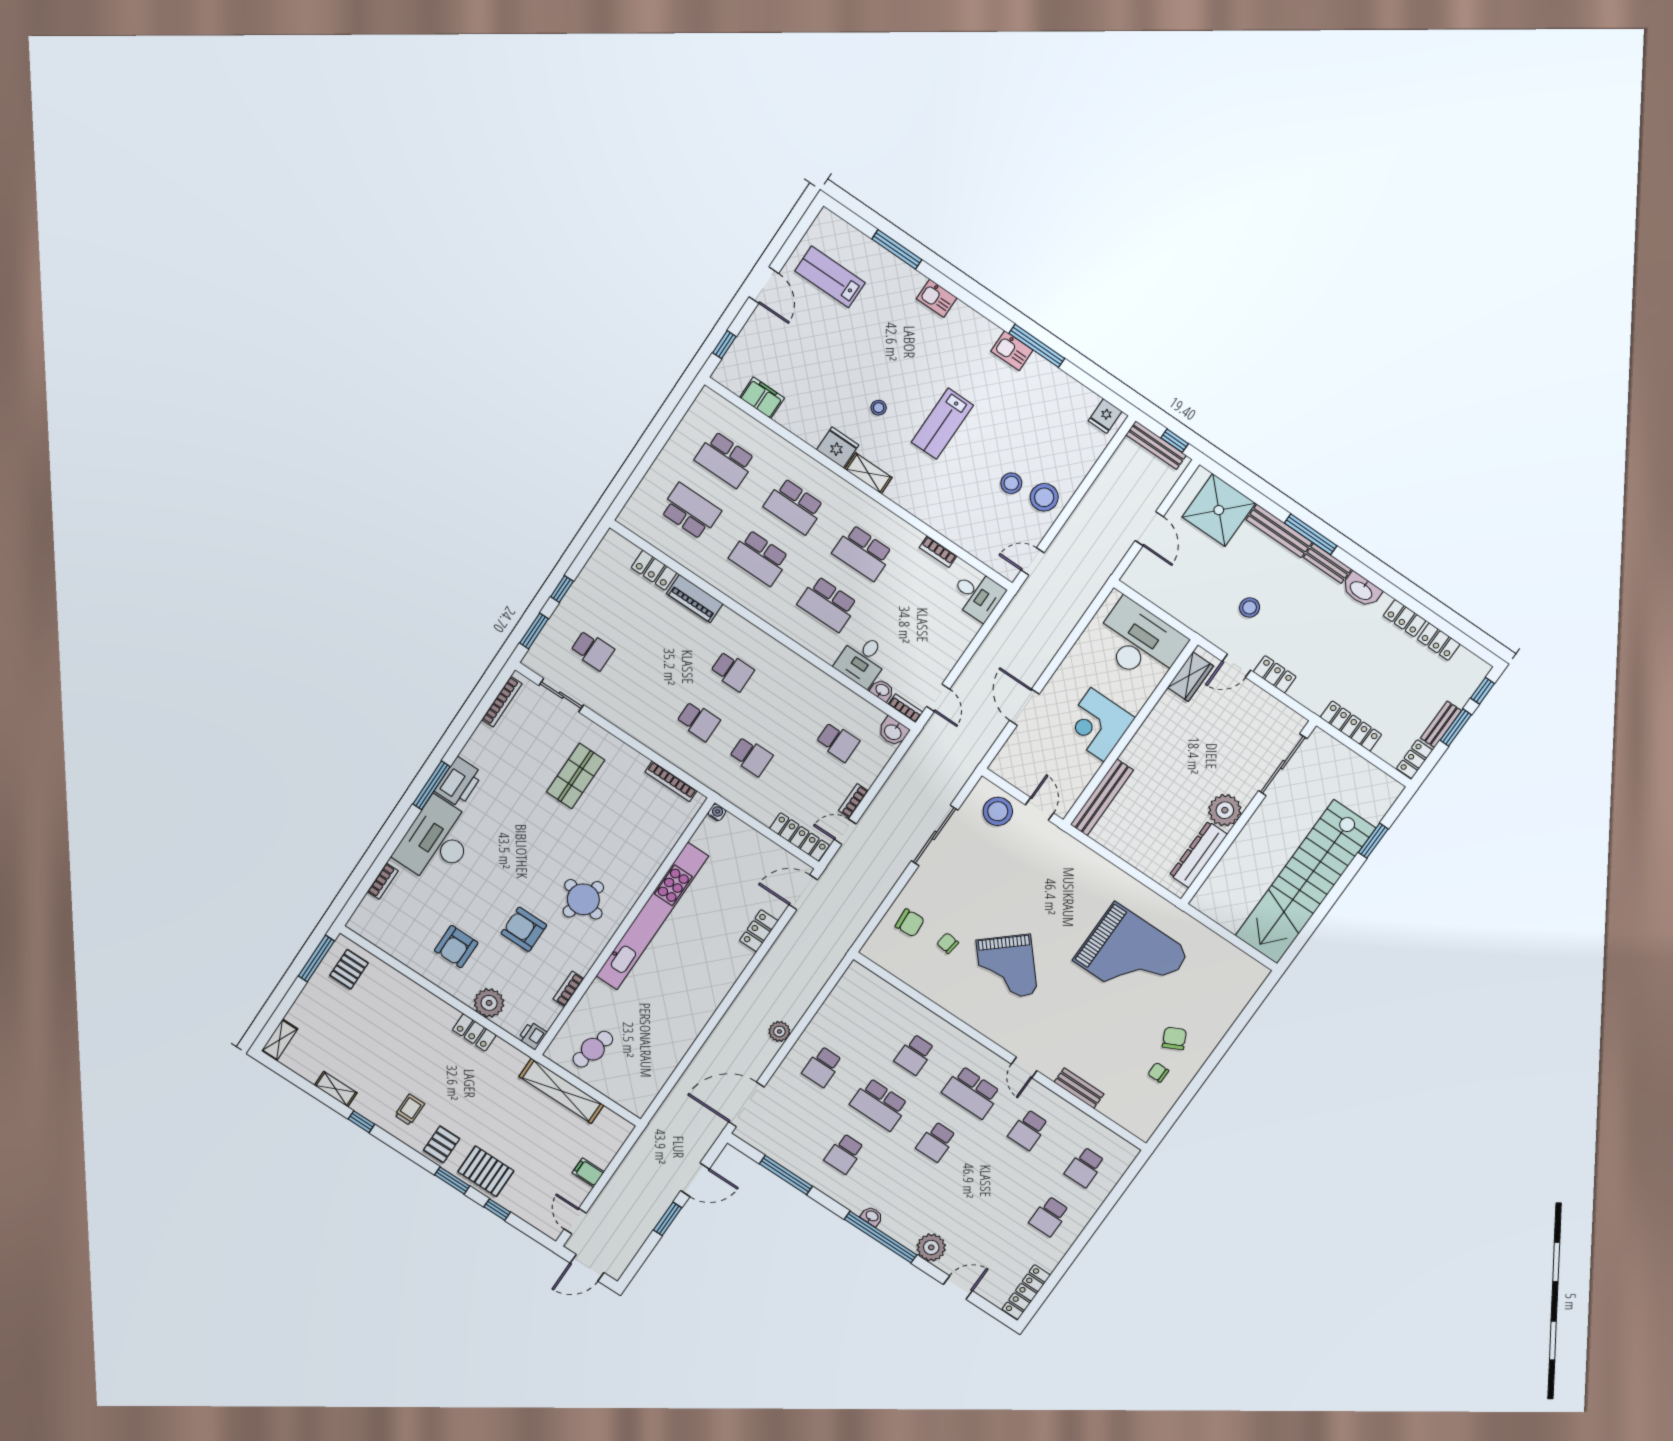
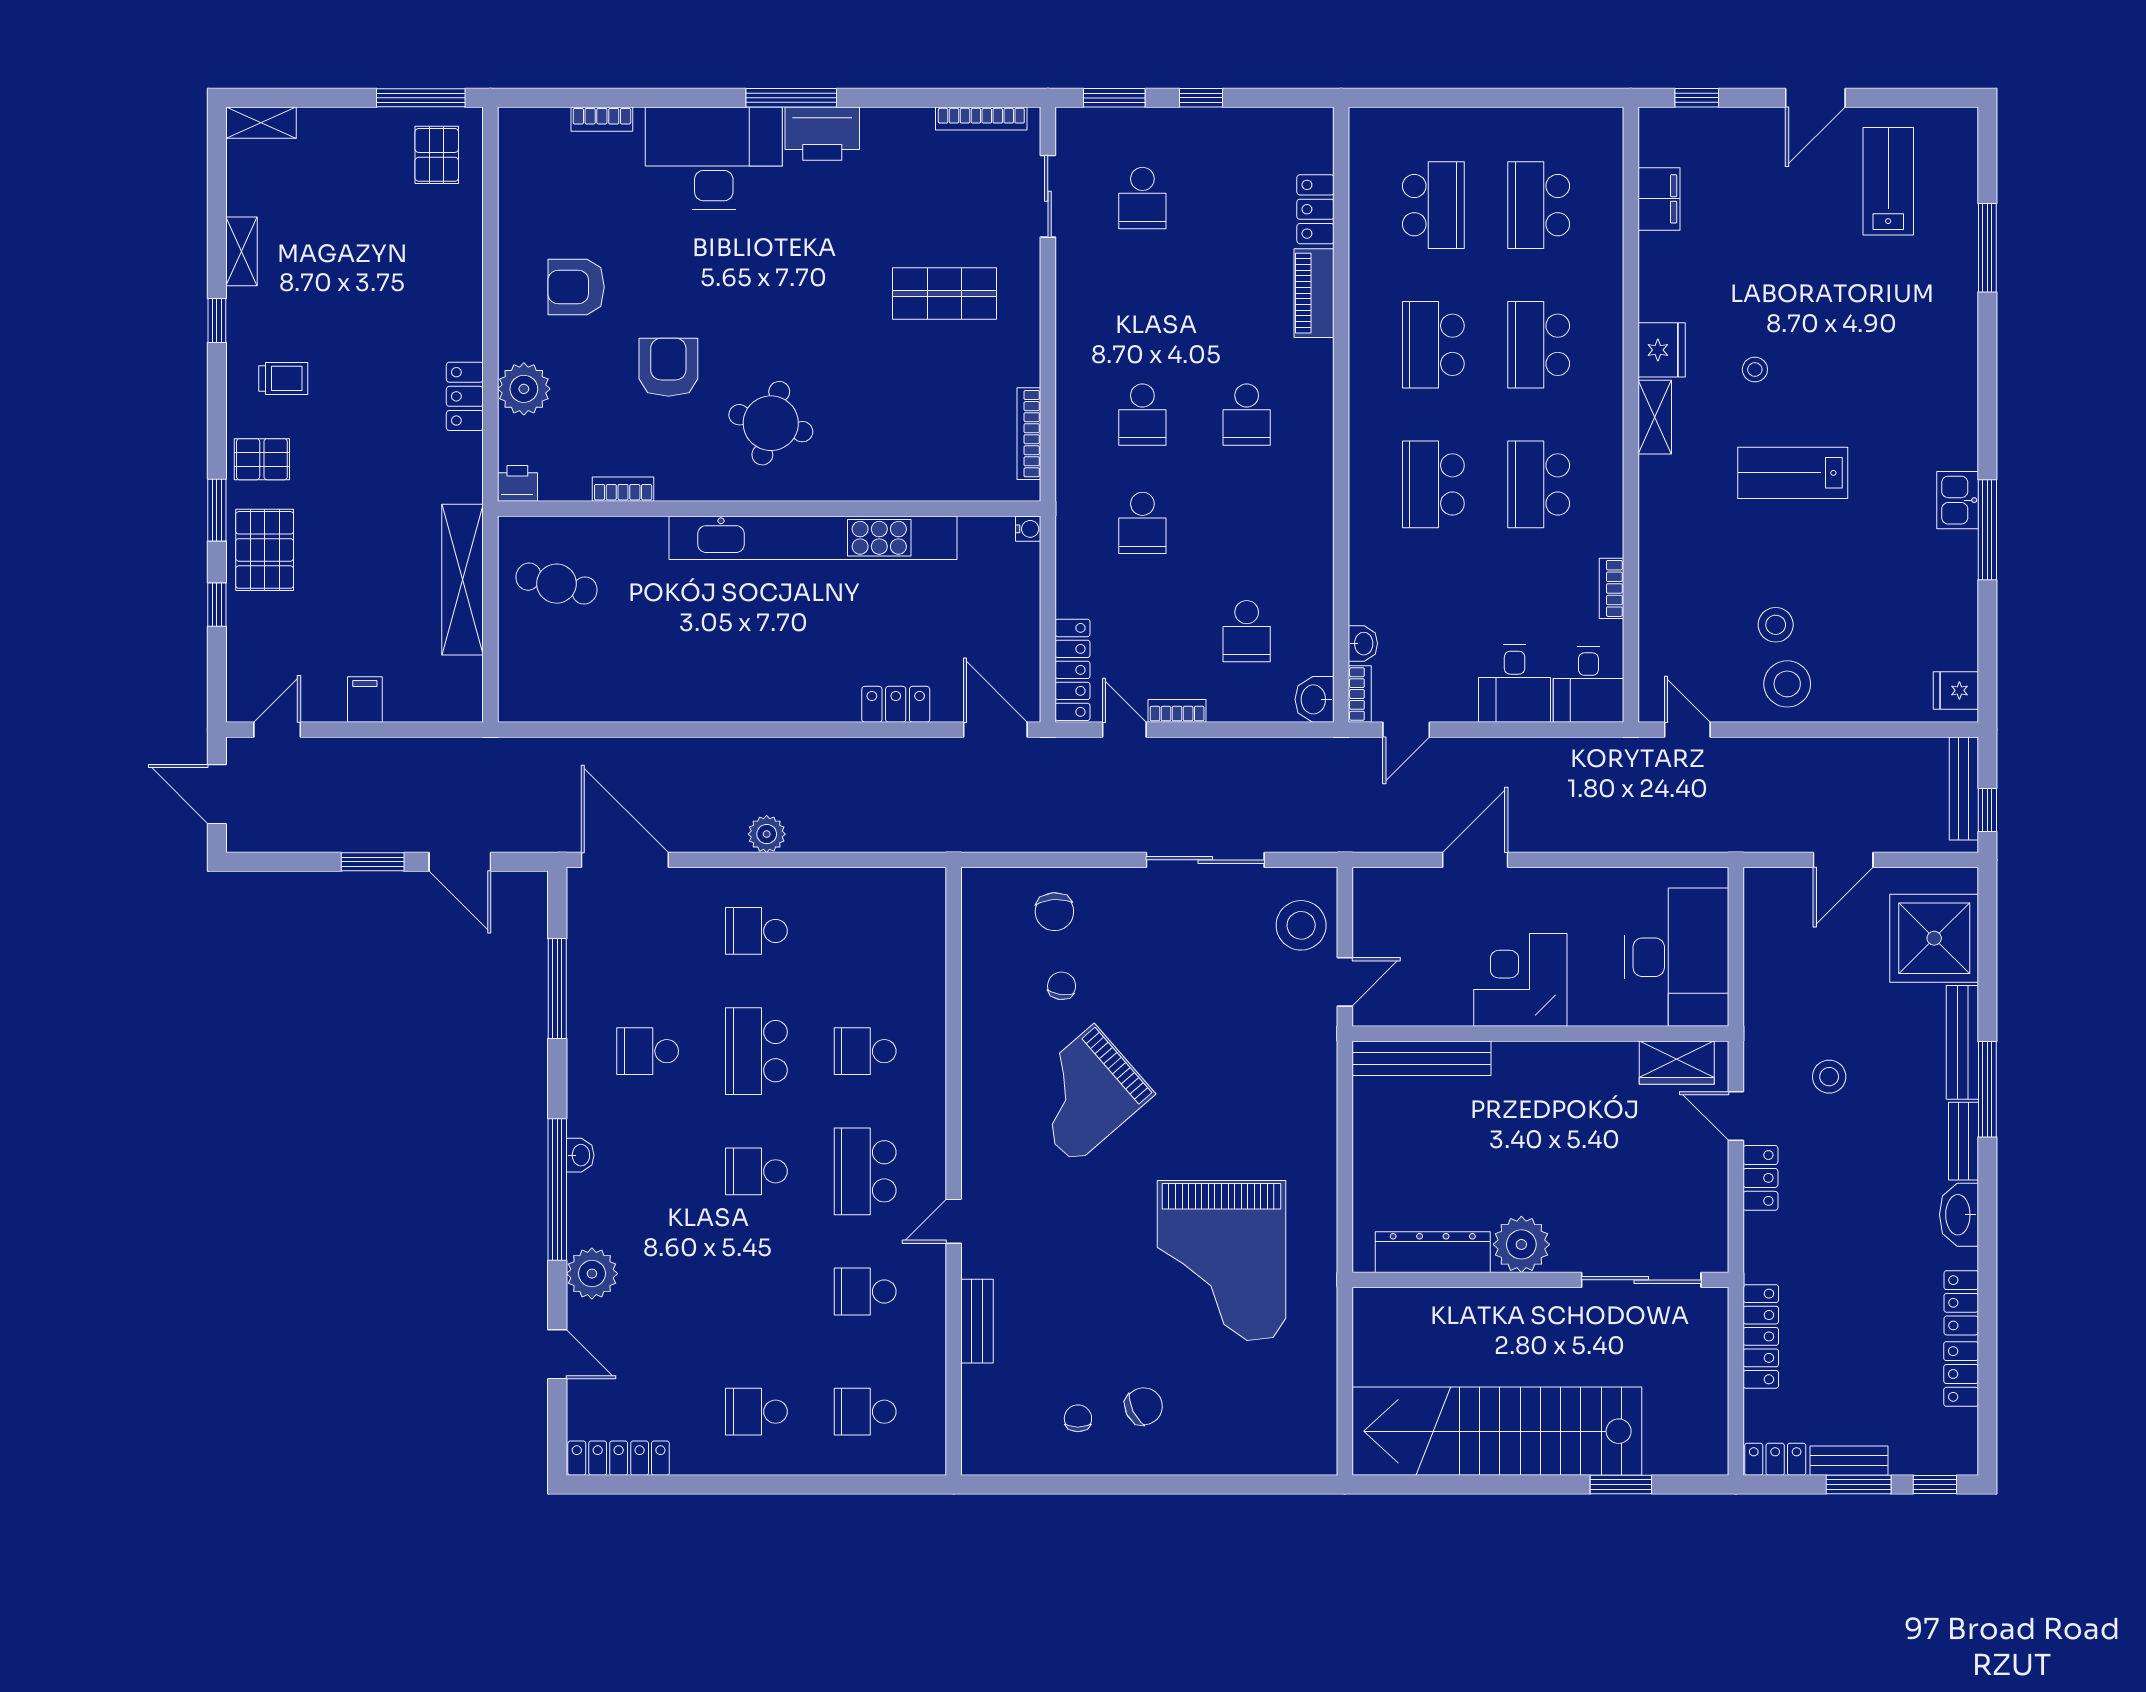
kitchen sink: (937, 298) -> (1958, 347), removed
desk: (862, 660) -> (1515, 684), moved, turned -90
pallet: (349, 969) -> (437, 155), turned 90

